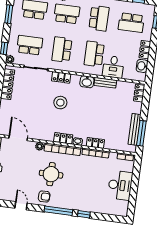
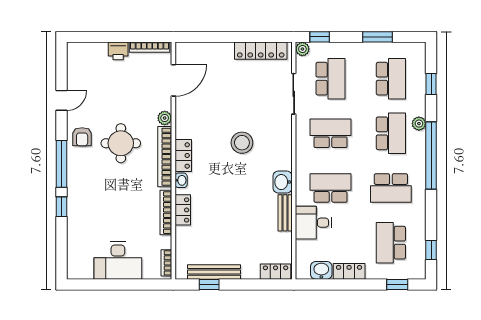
locker: (61, 77) -> (284, 138), removed
window: (141, 133) -> (209, 284), width x0.46

